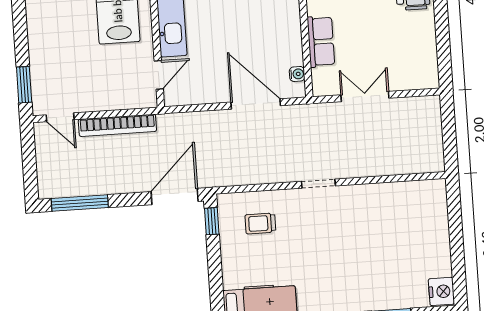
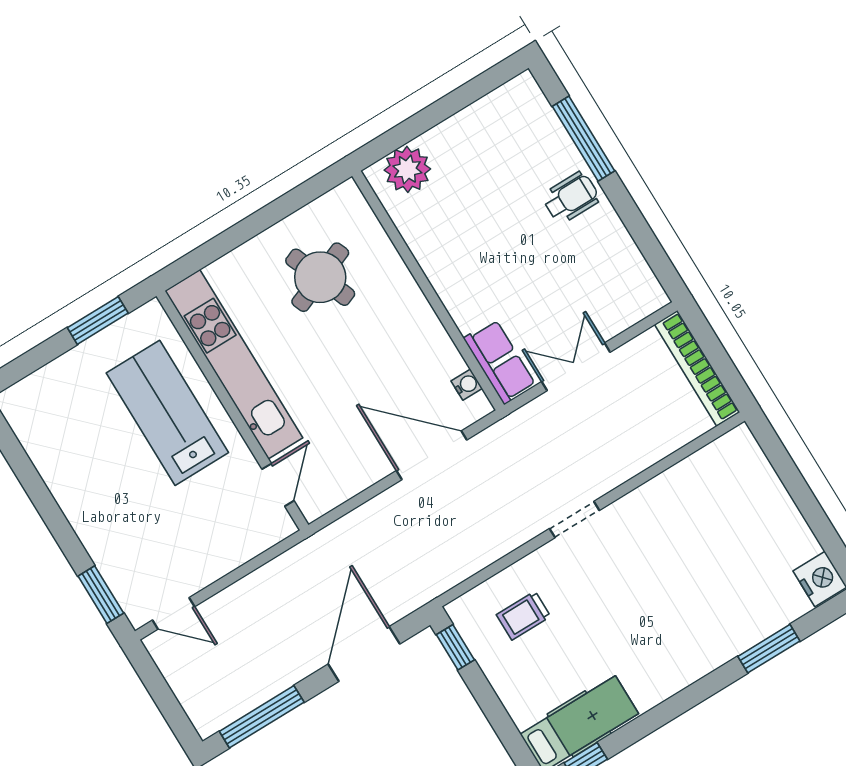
row of seats: (321, 42) -> (500, 362), moved
bookcase: (117, 125) -> (697, 368), moved, turned 90
door: (175, 197) -> (364, 654), moved

